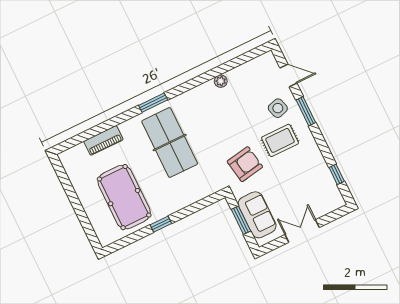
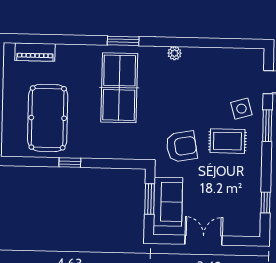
plant: (221, 81) -> (175, 53), moved
piano: (103, 140) -> (35, 52), moved

